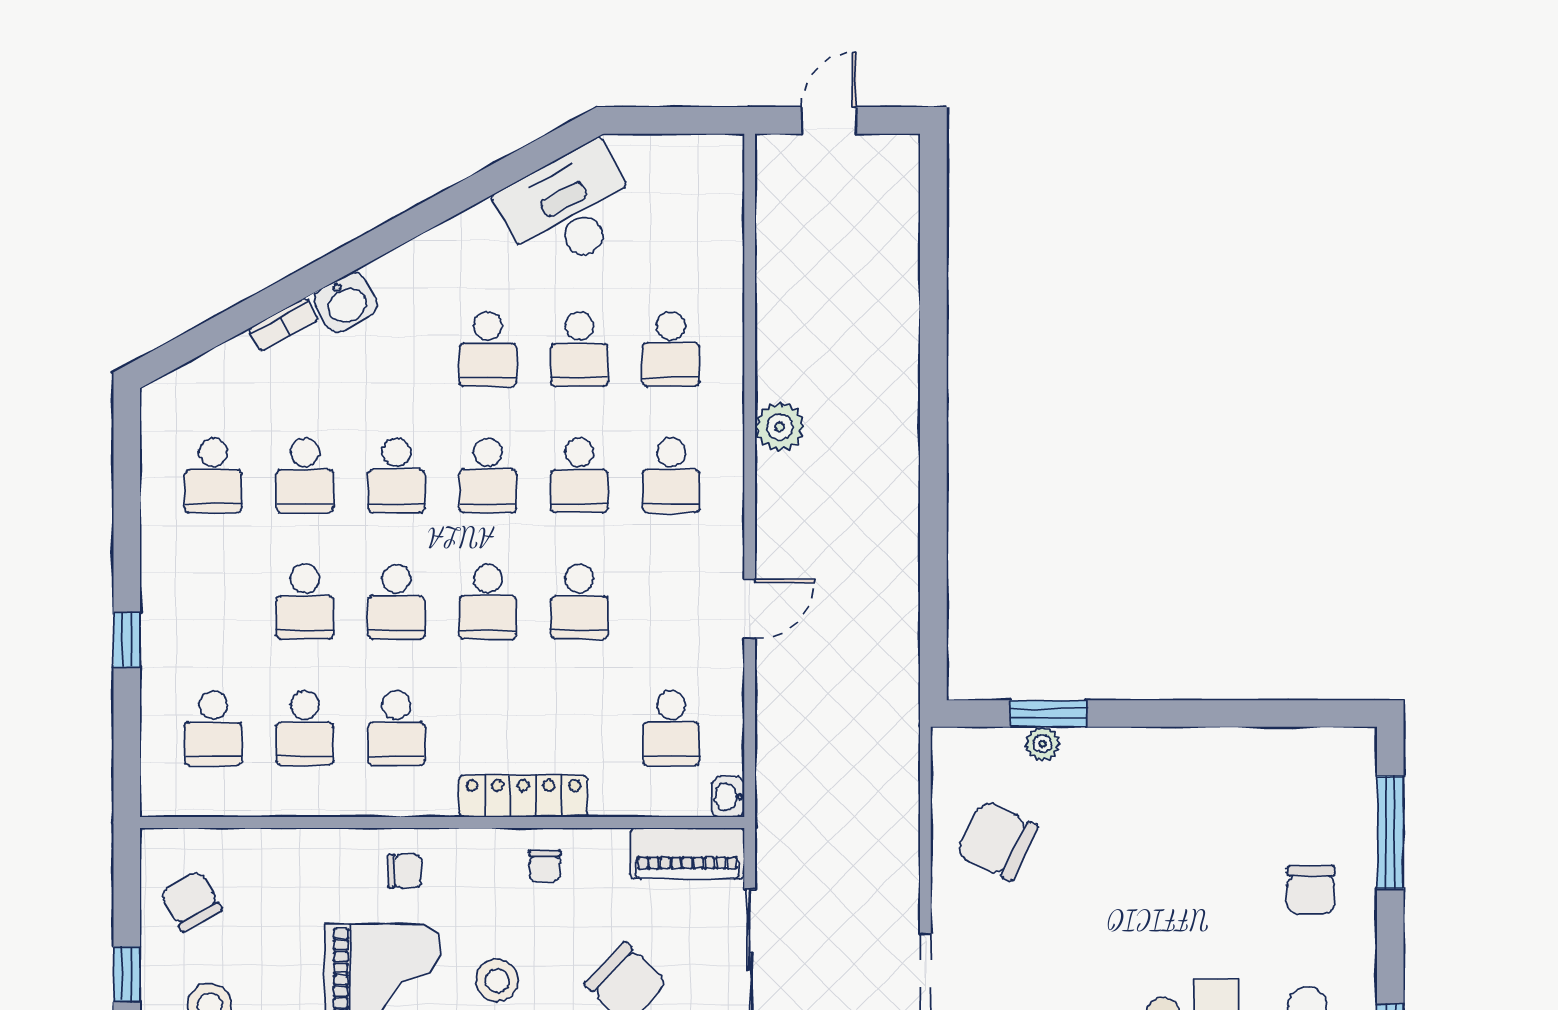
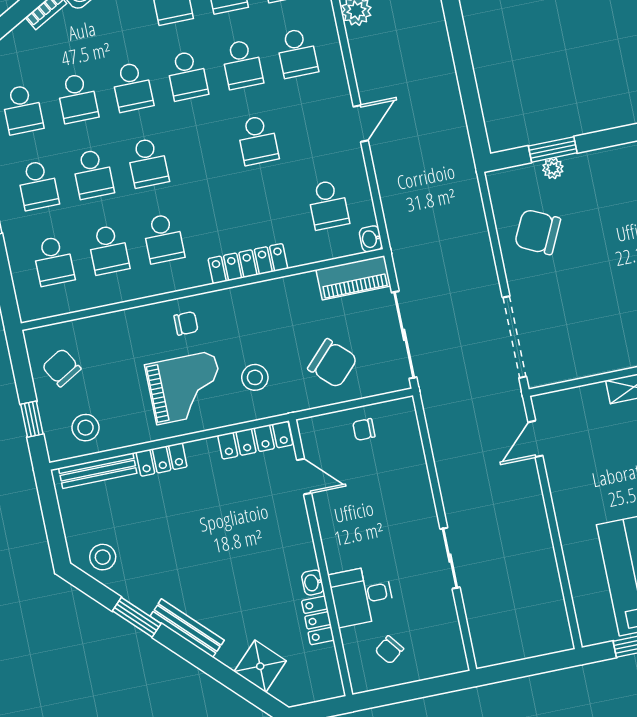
school desk: (488, 602) -> (38, 185), moved
chair: (545, 866) -> (269, 303), removed

